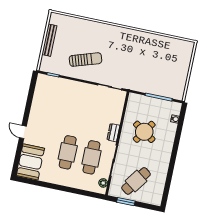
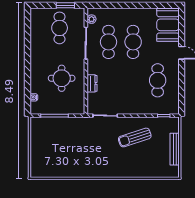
cafe table: (52, 110) -> (158, 80), added
round table: (144, 132) -> (62, 78), turned -34
dresser: (113, 133) -> (92, 83), moved
cafe table: (136, 181) -> (60, 28), turned -36

